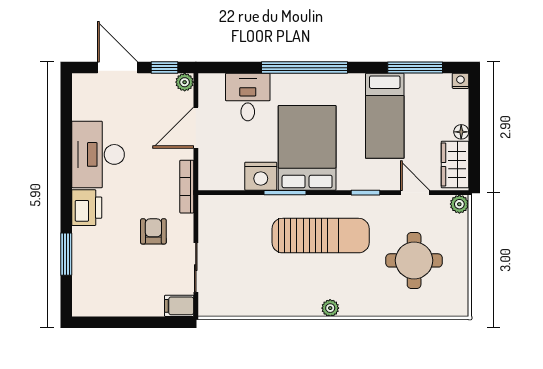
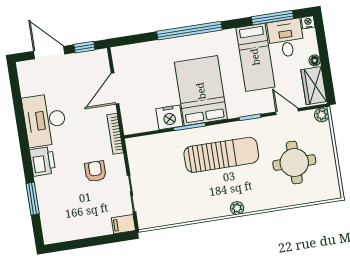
plant: (185, 82) -> (101, 56), removed
desk: (248, 97) -> (286, 38), moved

